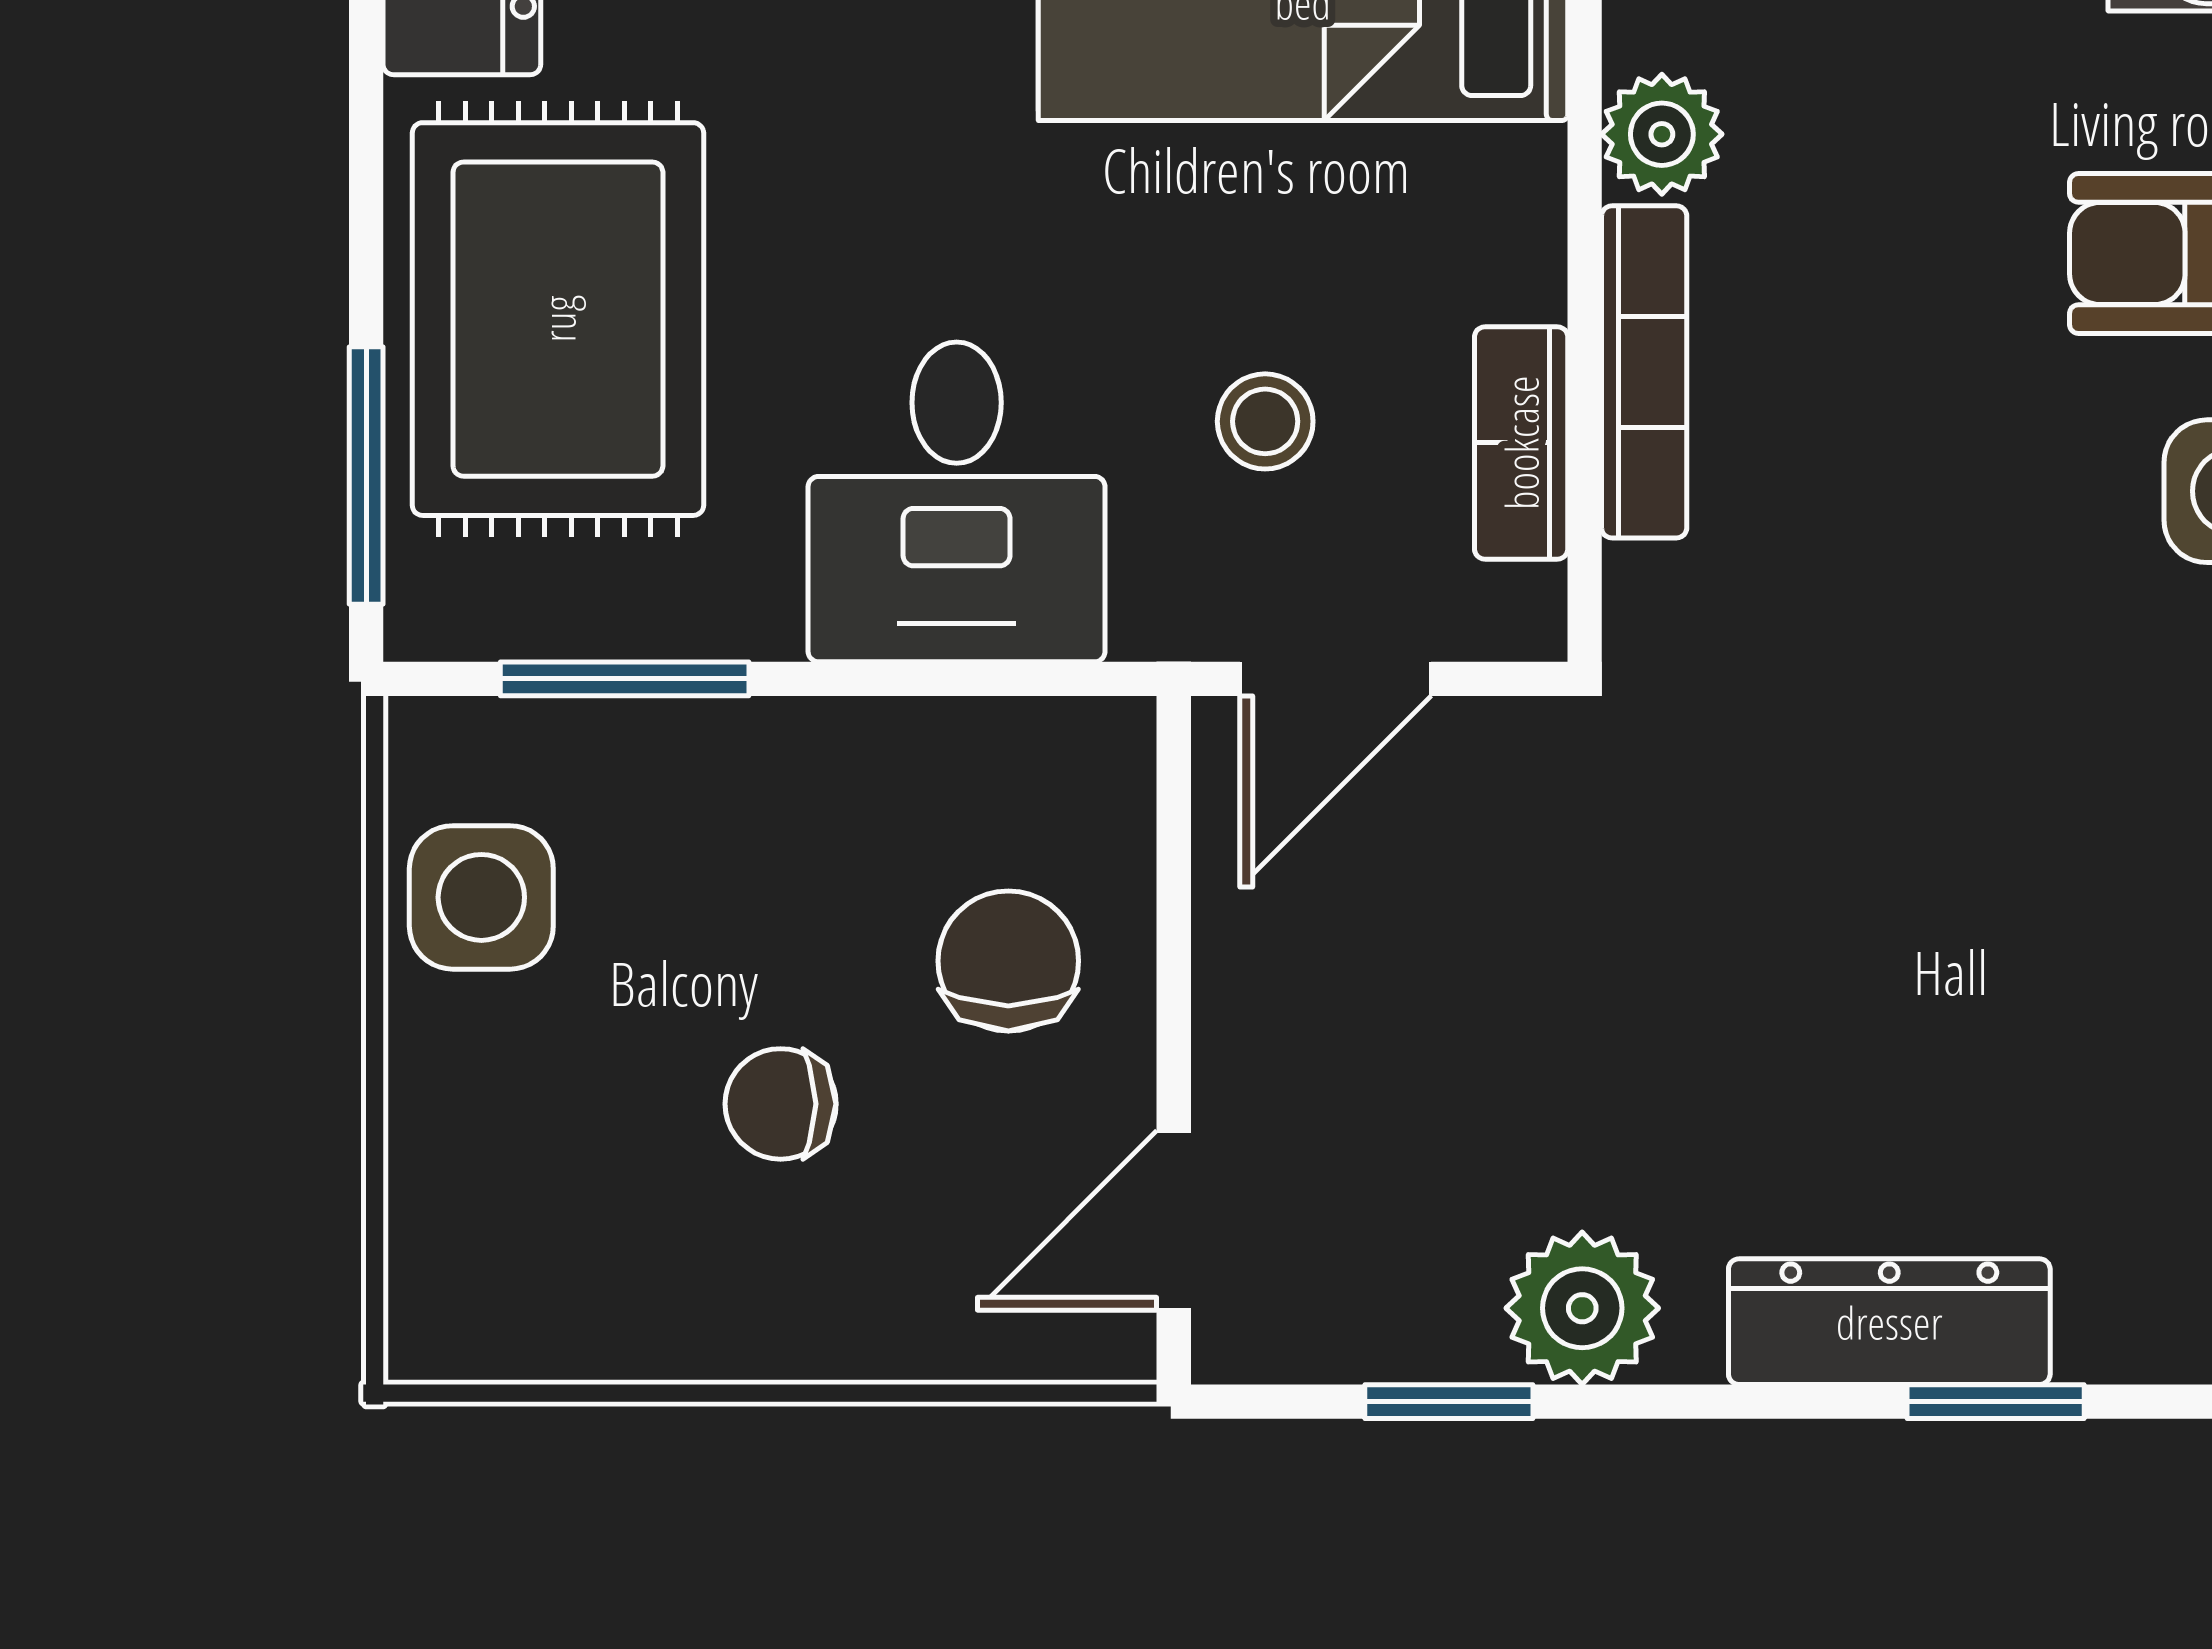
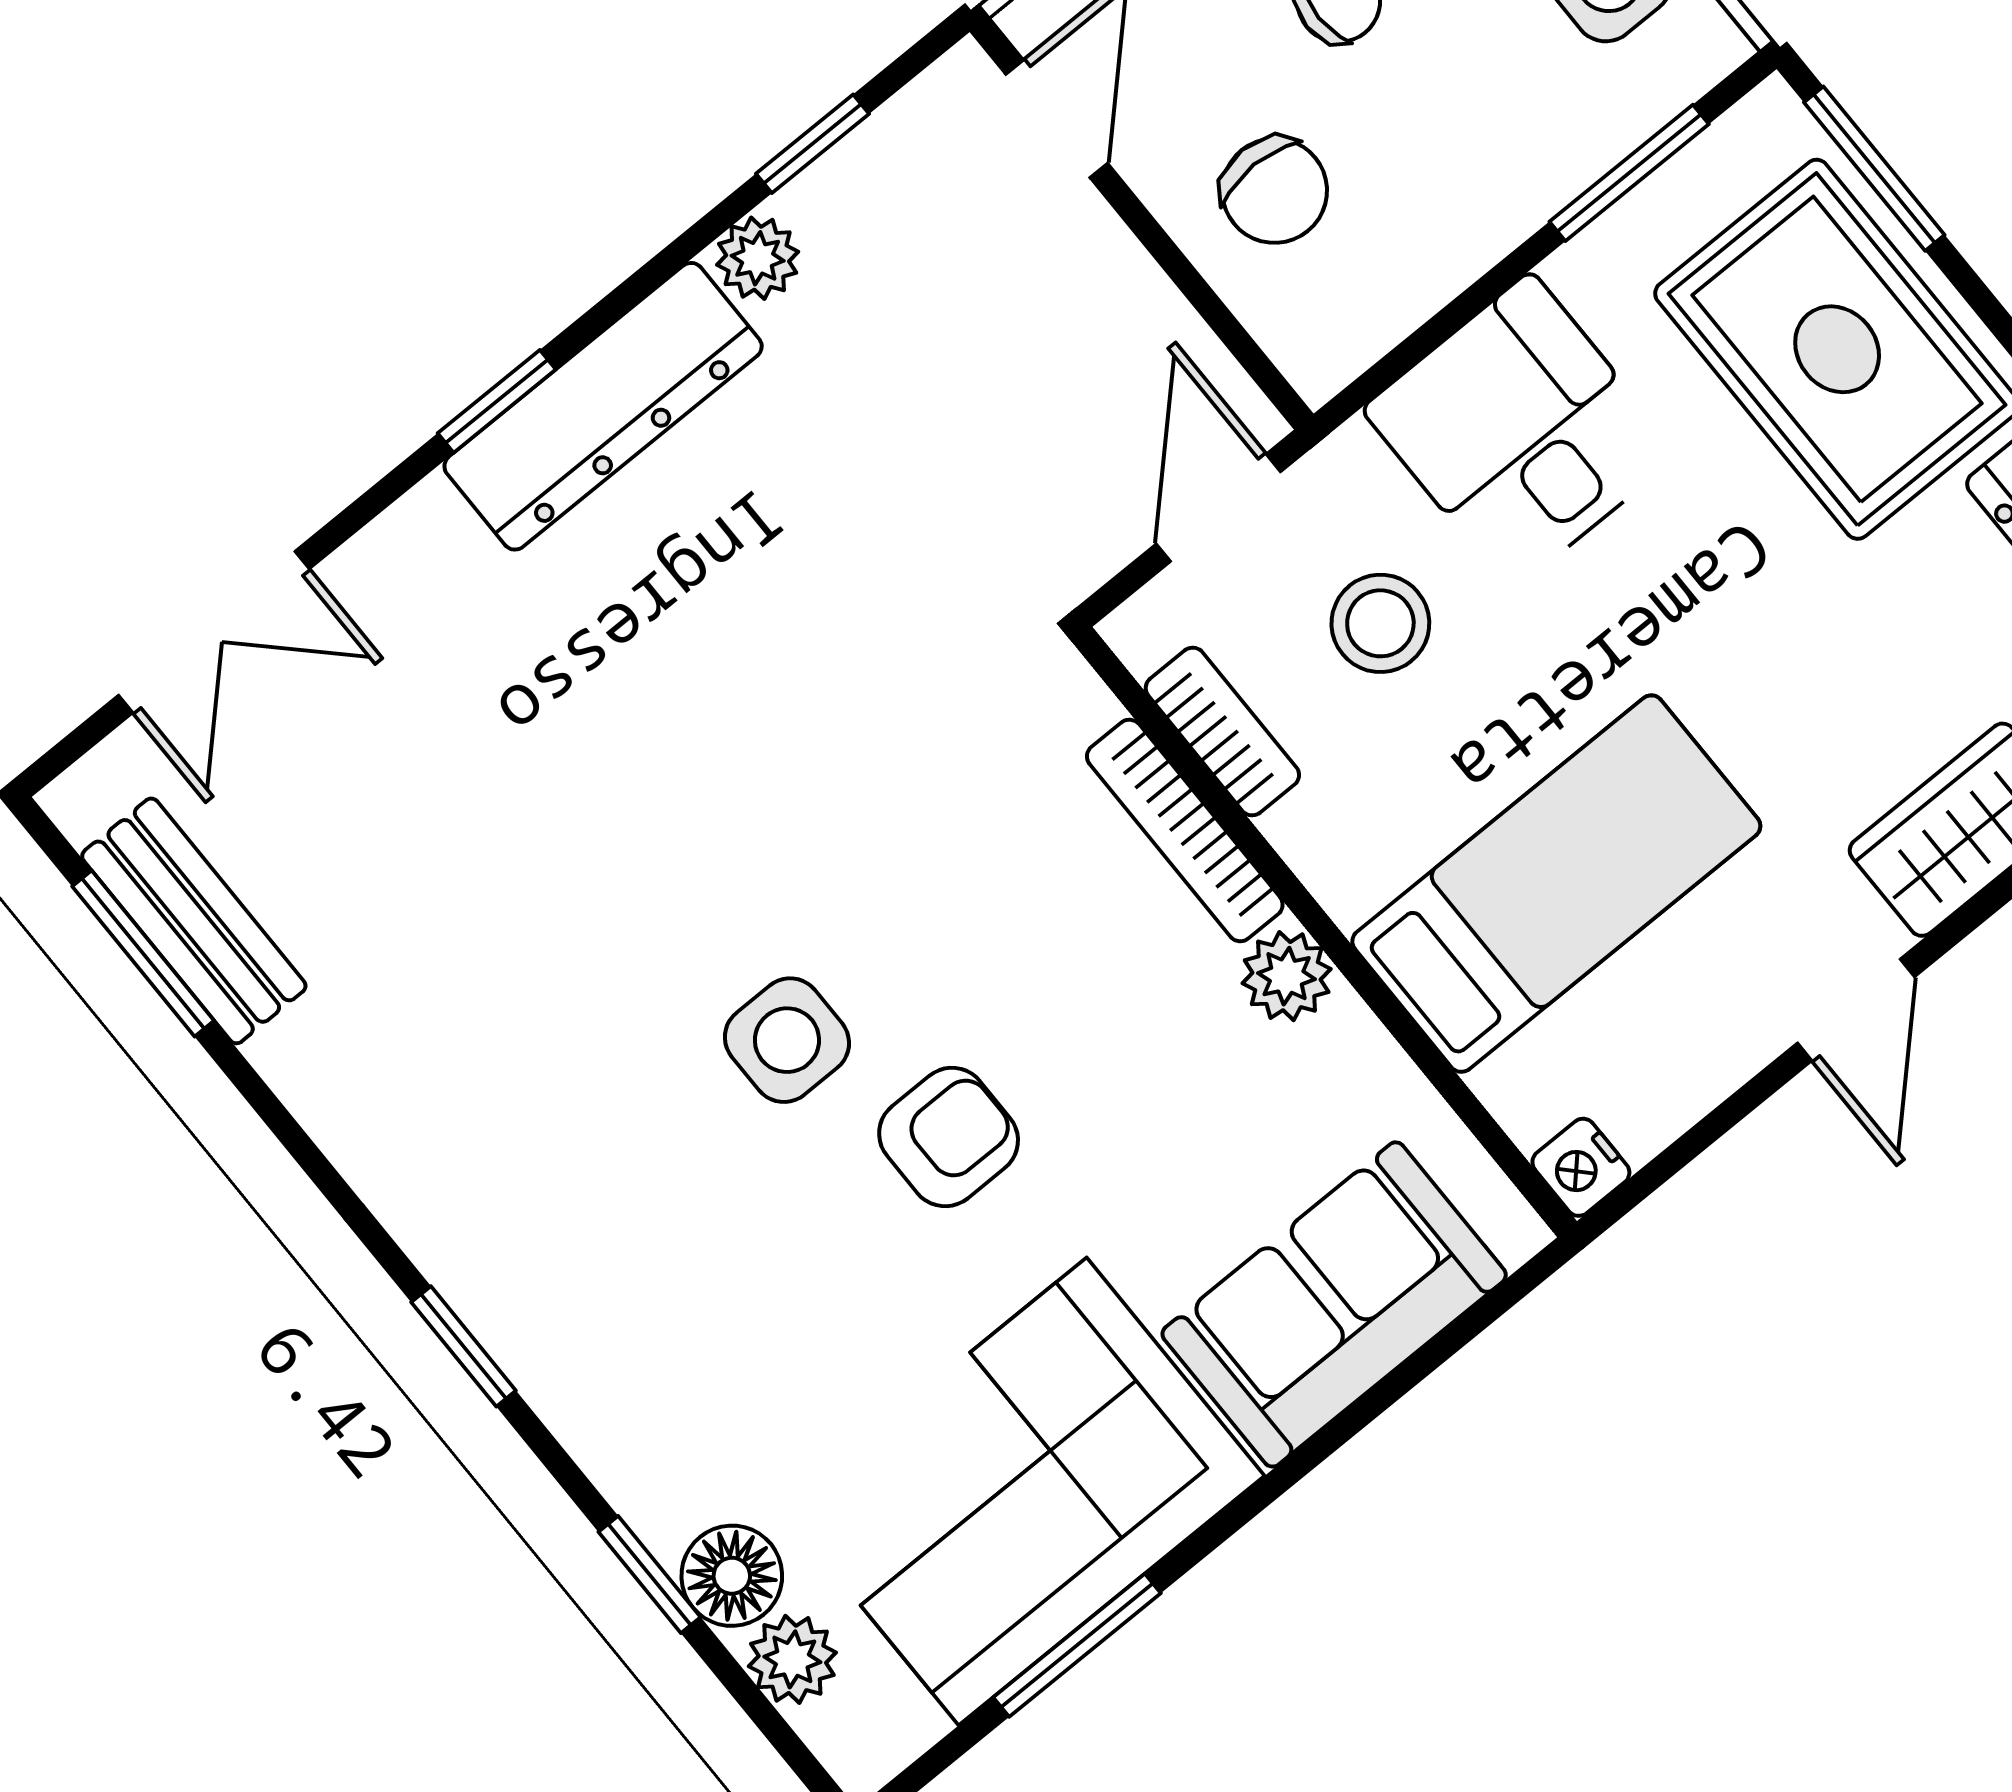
stool: (1265, 421) -> (1380, 623), width x1.37, depth x1.37
plant: (1582, 1308) -> (758, 258), width x0.73, depth x0.73
dresser: (1889, 1322) -> (603, 406), width x1.37, depth x1.24

